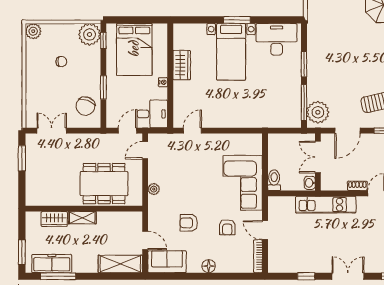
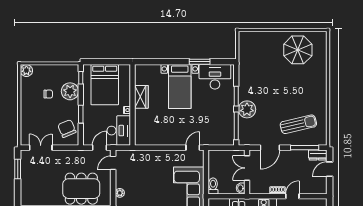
window: (237, 20) -> (200, 62), moved
plant: (90, 34) -> (70, 91), moved
chair: (85, 106) -> (67, 129), turned 136
plant: (318, 112) -> (247, 109), moved
desk: (152, 114) -> (119, 131), width x1.37
door: (192, 131) -> (193, 148), moved

